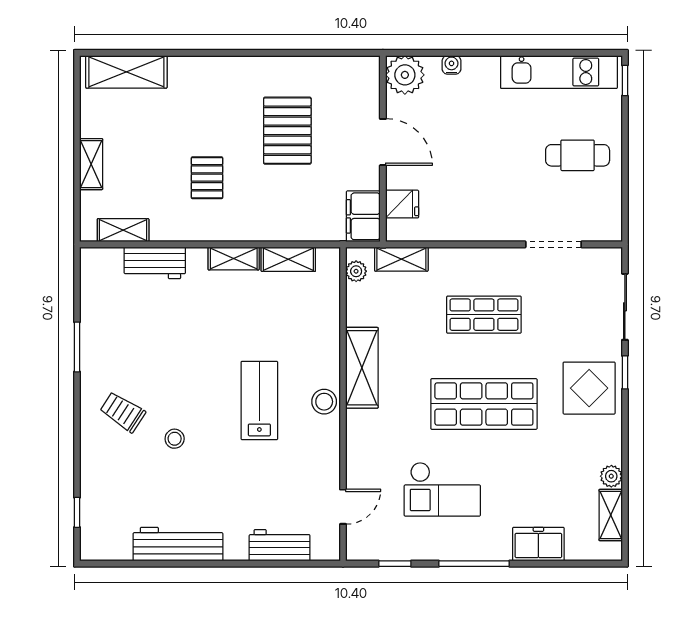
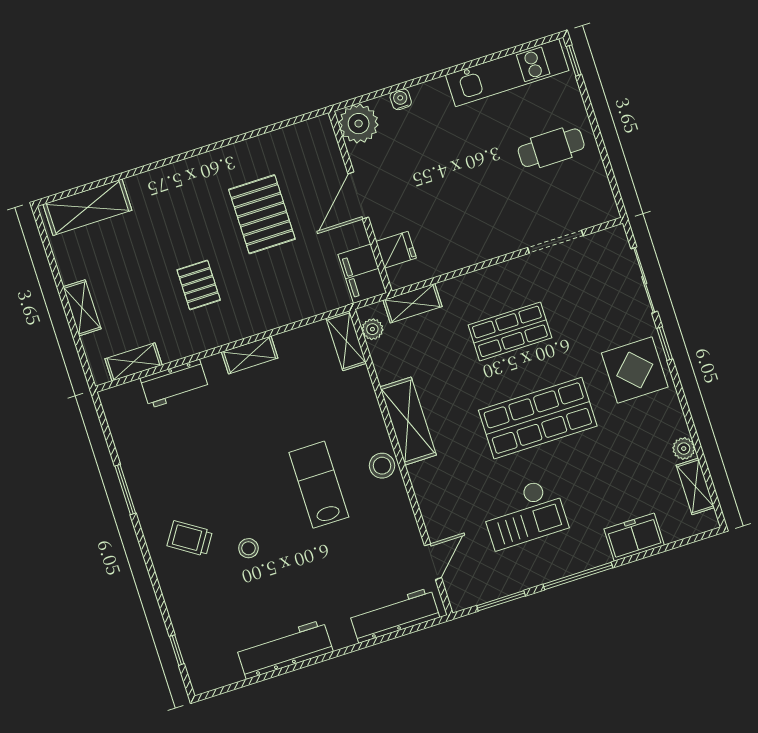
door: (383, 142) -> (358, 196), swing flipped
shelving: (288, 259) -> (346, 341), moved, turned 90
workbench: (280, 545) -> (395, 615), width x1.37
window: (395, 564) -> (501, 601), width x1.50

